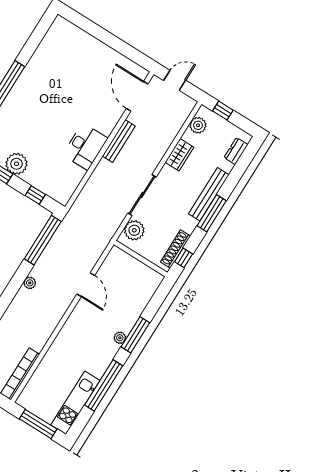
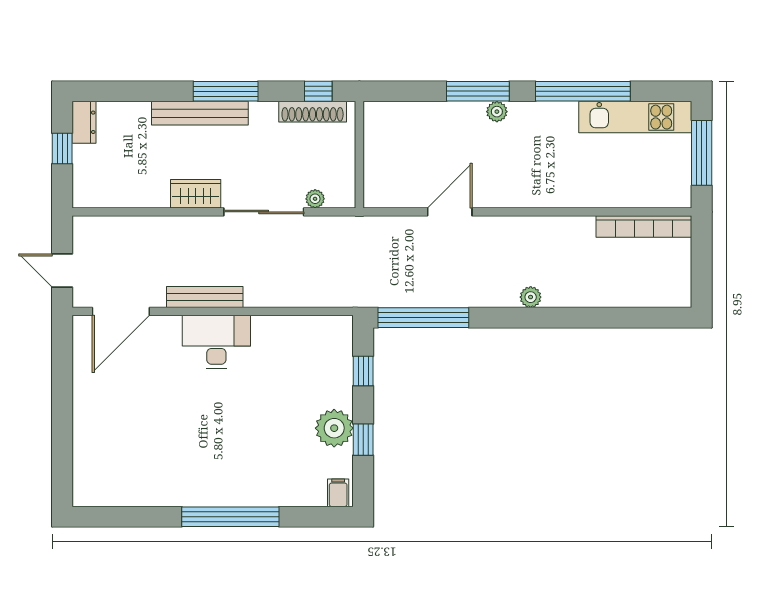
window: (223, 111) -> (62, 148), moved
plant: (198, 125) -> (107, 194), removed
desk: (85, 146) -> (216, 342), moved
dresser: (236, 151) -> (84, 122), moved, turned -90
wardrobe: (179, 155) -> (196, 194), moved
plant: (134, 230) -> (315, 199), width x0.53, depth x0.53
plant: (30, 283) -> (531, 297), moved

